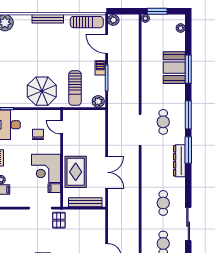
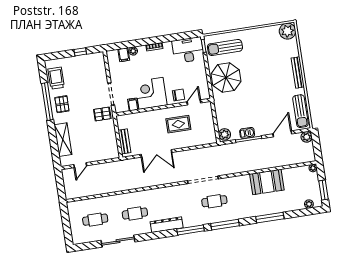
window: (157, 11) -> (324, 190), moved
barbecue: (100, 68) -> (247, 133), moved
booth: (174, 68) -> (267, 182), moved
sun lounger: (75, 88) -> (225, 47), moved
chair: (38, 134) -> (178, 95), moved
dresser: (179, 161) -> (167, 225), moved
rug: (76, 172) -> (178, 124), moved, width x0.73, depth x0.70
bench: (85, 202) -> (124, 141), width x0.73

